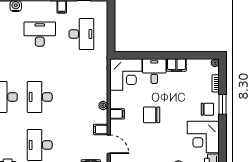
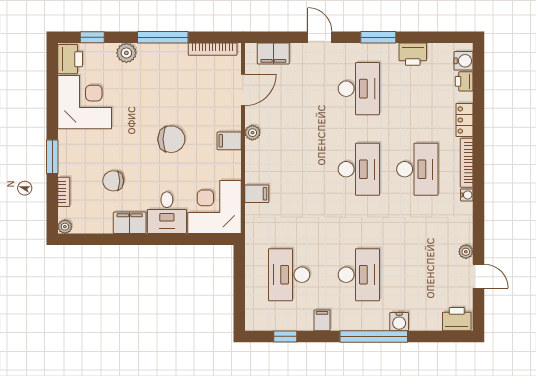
desk: (40, 34) -> (359, 275), turned -90
plant: (103, 106) -> (252, 133), moved
chair: (207, 109) -> (113, 181), moved
filing cabinet: (101, 130) -> (257, 194), moved
door: (109, 144) -> (243, 90), swing flipped

